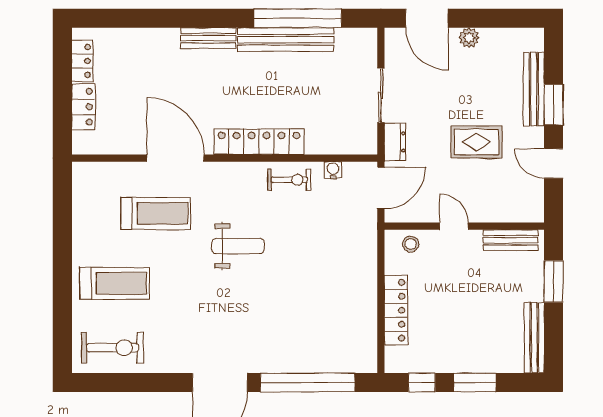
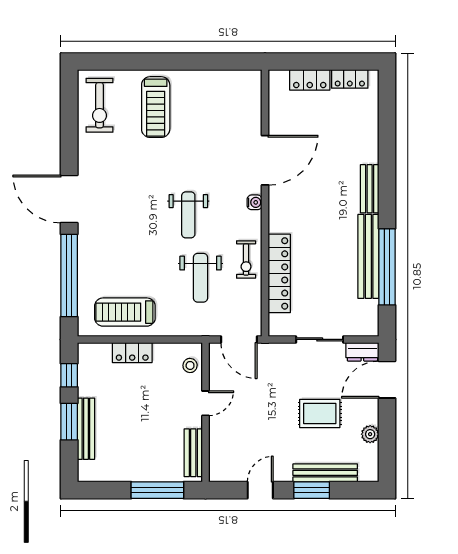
plant: (469, 38) -> (370, 434), moved
locker: (259, 142) -> (279, 273), moved
dresser: (395, 142) -> (362, 352), moved
rug: (476, 142) -> (320, 413), moved, turned 90
water cooler: (333, 170) -> (255, 202), moved
treadmill: (156, 213) -> (125, 312), moved, turned 90
weight bench: (310, 232) -> (200, 278), added
window: (554, 281) -> (157, 490), width x1.44
locker: (396, 310) -> (132, 353), width x0.66
bench: (534, 338) -> (86, 429), moved, turned 90

